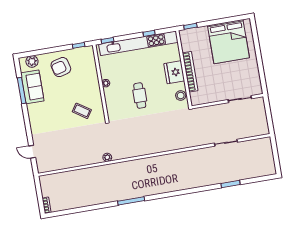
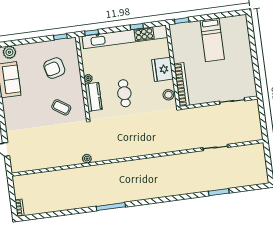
bed: (228, 42) -> (212, 40), width x0.49
armchair: (61, 67) -> (54, 68), moved
bookcase: (190, 72) -> (182, 85), moved
kitchen counter: (111, 100) -> (93, 97), added

